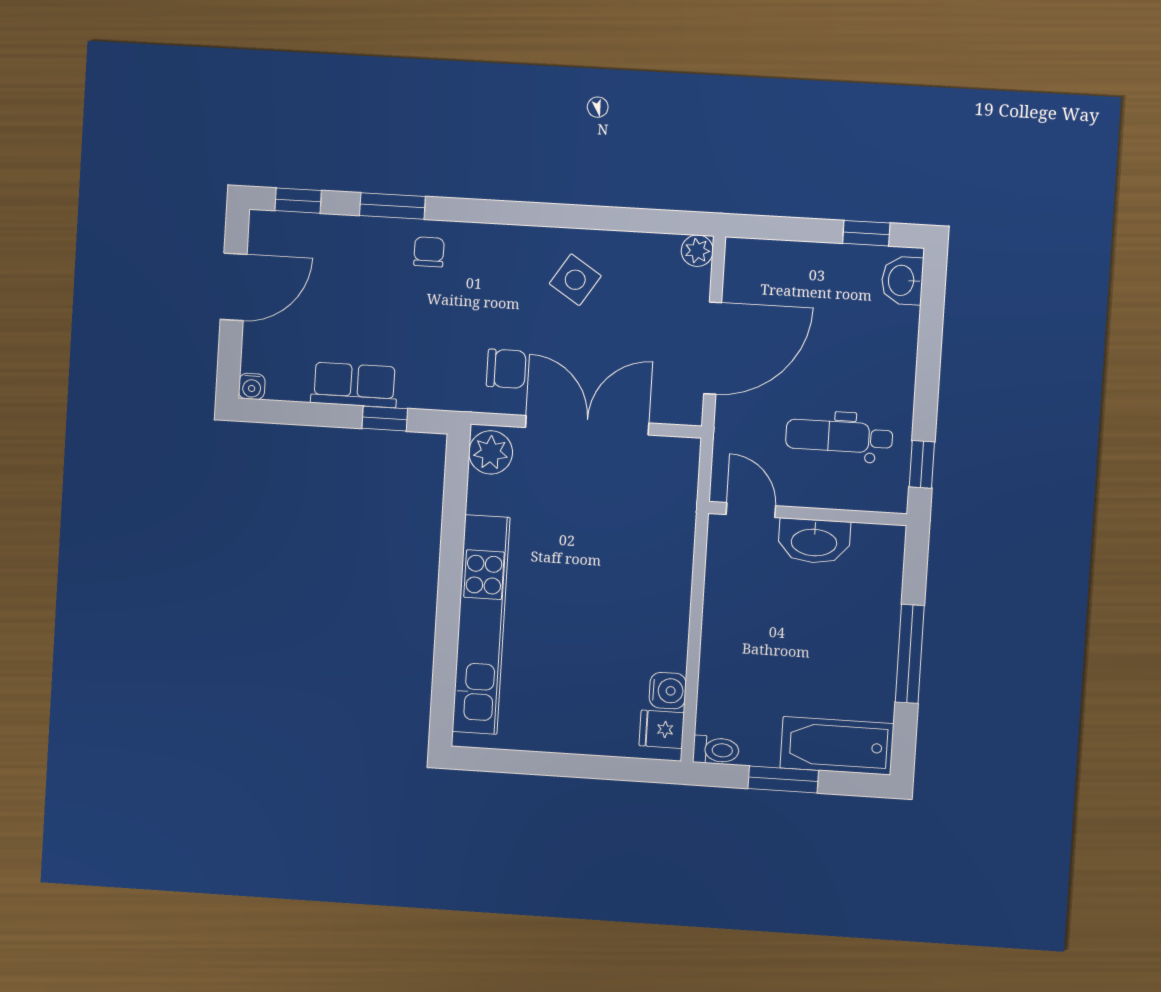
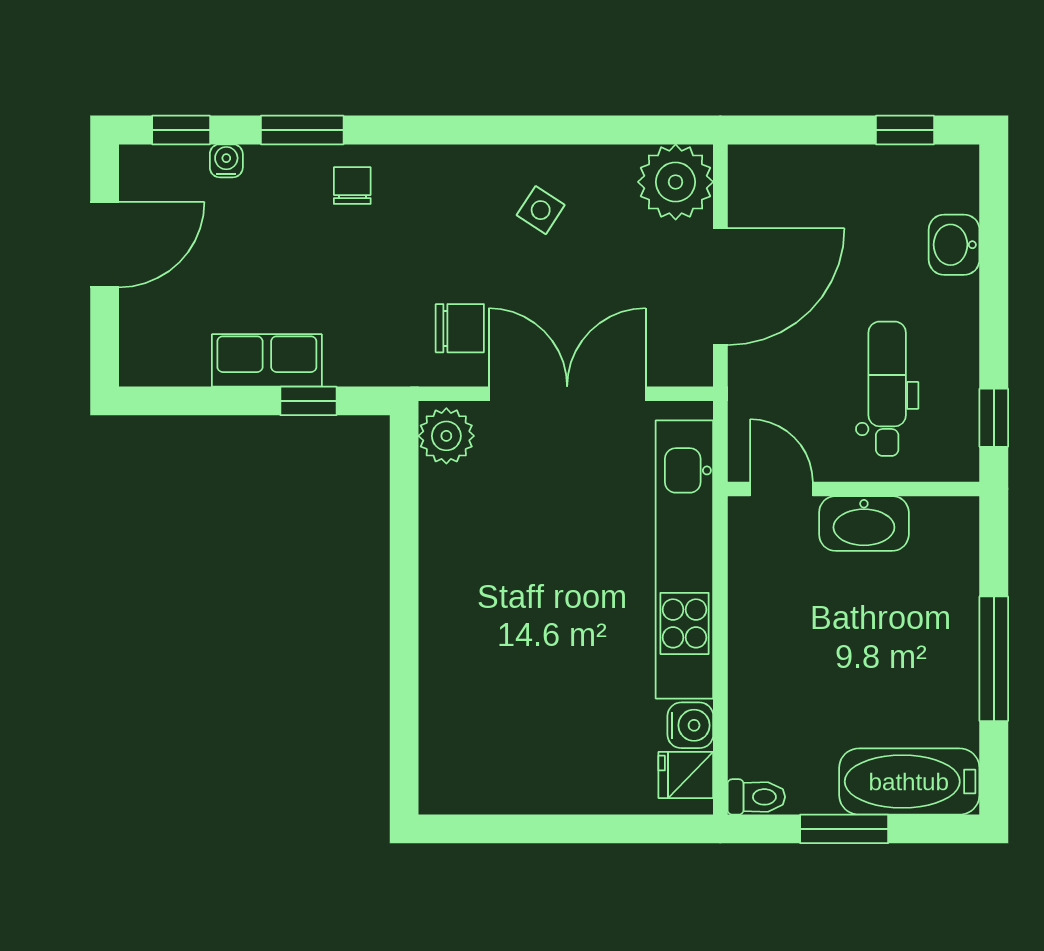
plant: (697, 251) -> (676, 182), width x1.88, depth x1.88
side table: (575, 280) -> (541, 210), width x0.73, depth x0.73
washbasin: (902, 280) -> (954, 245), moved
water cooler: (252, 386) -> (226, 161), moved, turned 180
dental chair: (839, 436) -> (887, 389), turned 90
kitchen unit: (481, 625) -> (684, 559), moved, turned 180

